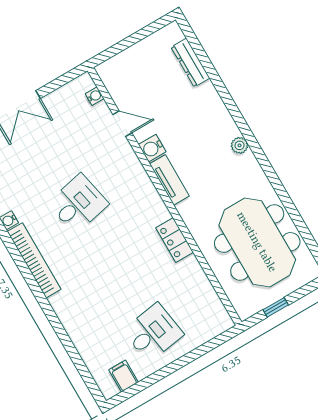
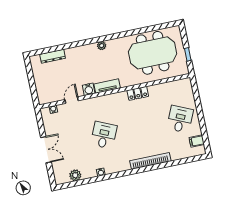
desk: (78, 204) -> (104, 135), turned 36
bookcase: (34, 260) -> (150, 161), moved
desk: (153, 333) -> (180, 119), turned 33

